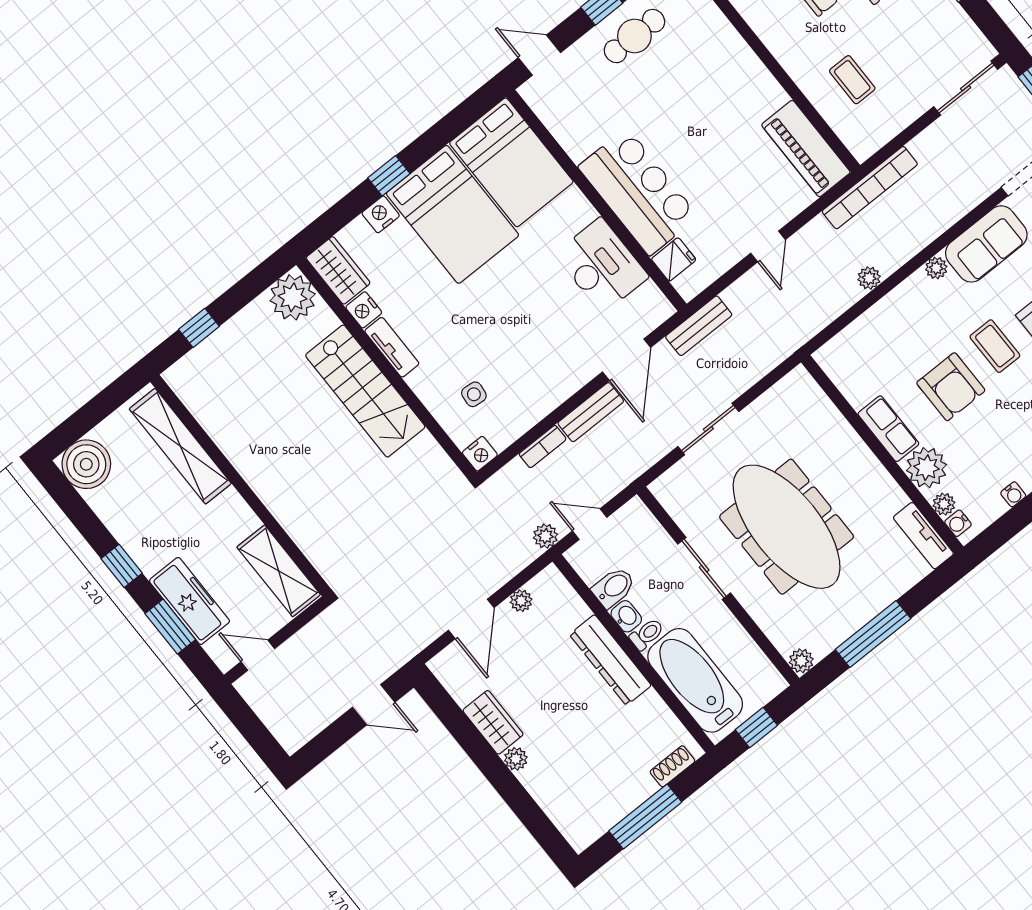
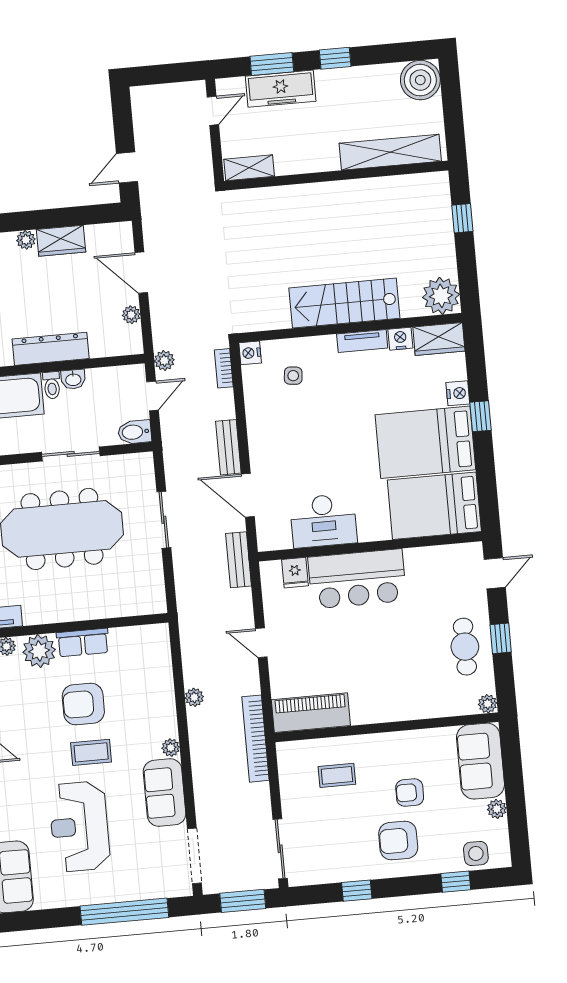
bookcase: (543, 447) -> (224, 368), moved
shelving: (279, 571) -> (249, 168), width x0.67, depth x0.75
bidet: (614, 587) -> (135, 432), moved, turned 90

